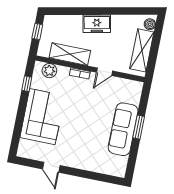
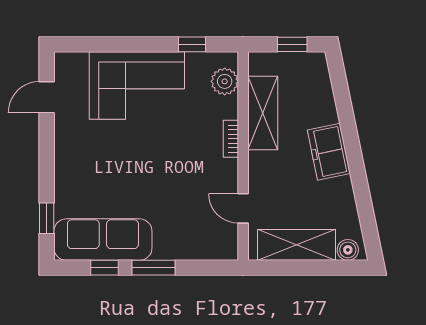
door: (105, 72) -> (243, 208), moved
sofa: (123, 129) -> (103, 240), moved
window: (134, 152) -> (104, 268), added
door: (51, 167) -> (47, 97), moved
window: (102, 177) -> (47, 218), added

